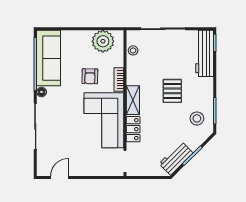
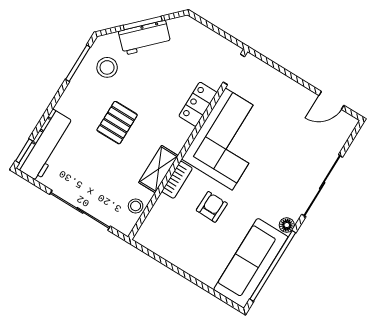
plant: (103, 41) -> (167, 242), removed
shelving: (133, 100) -> (158, 169), moved
workbench: (176, 158) -> (145, 38), moved

